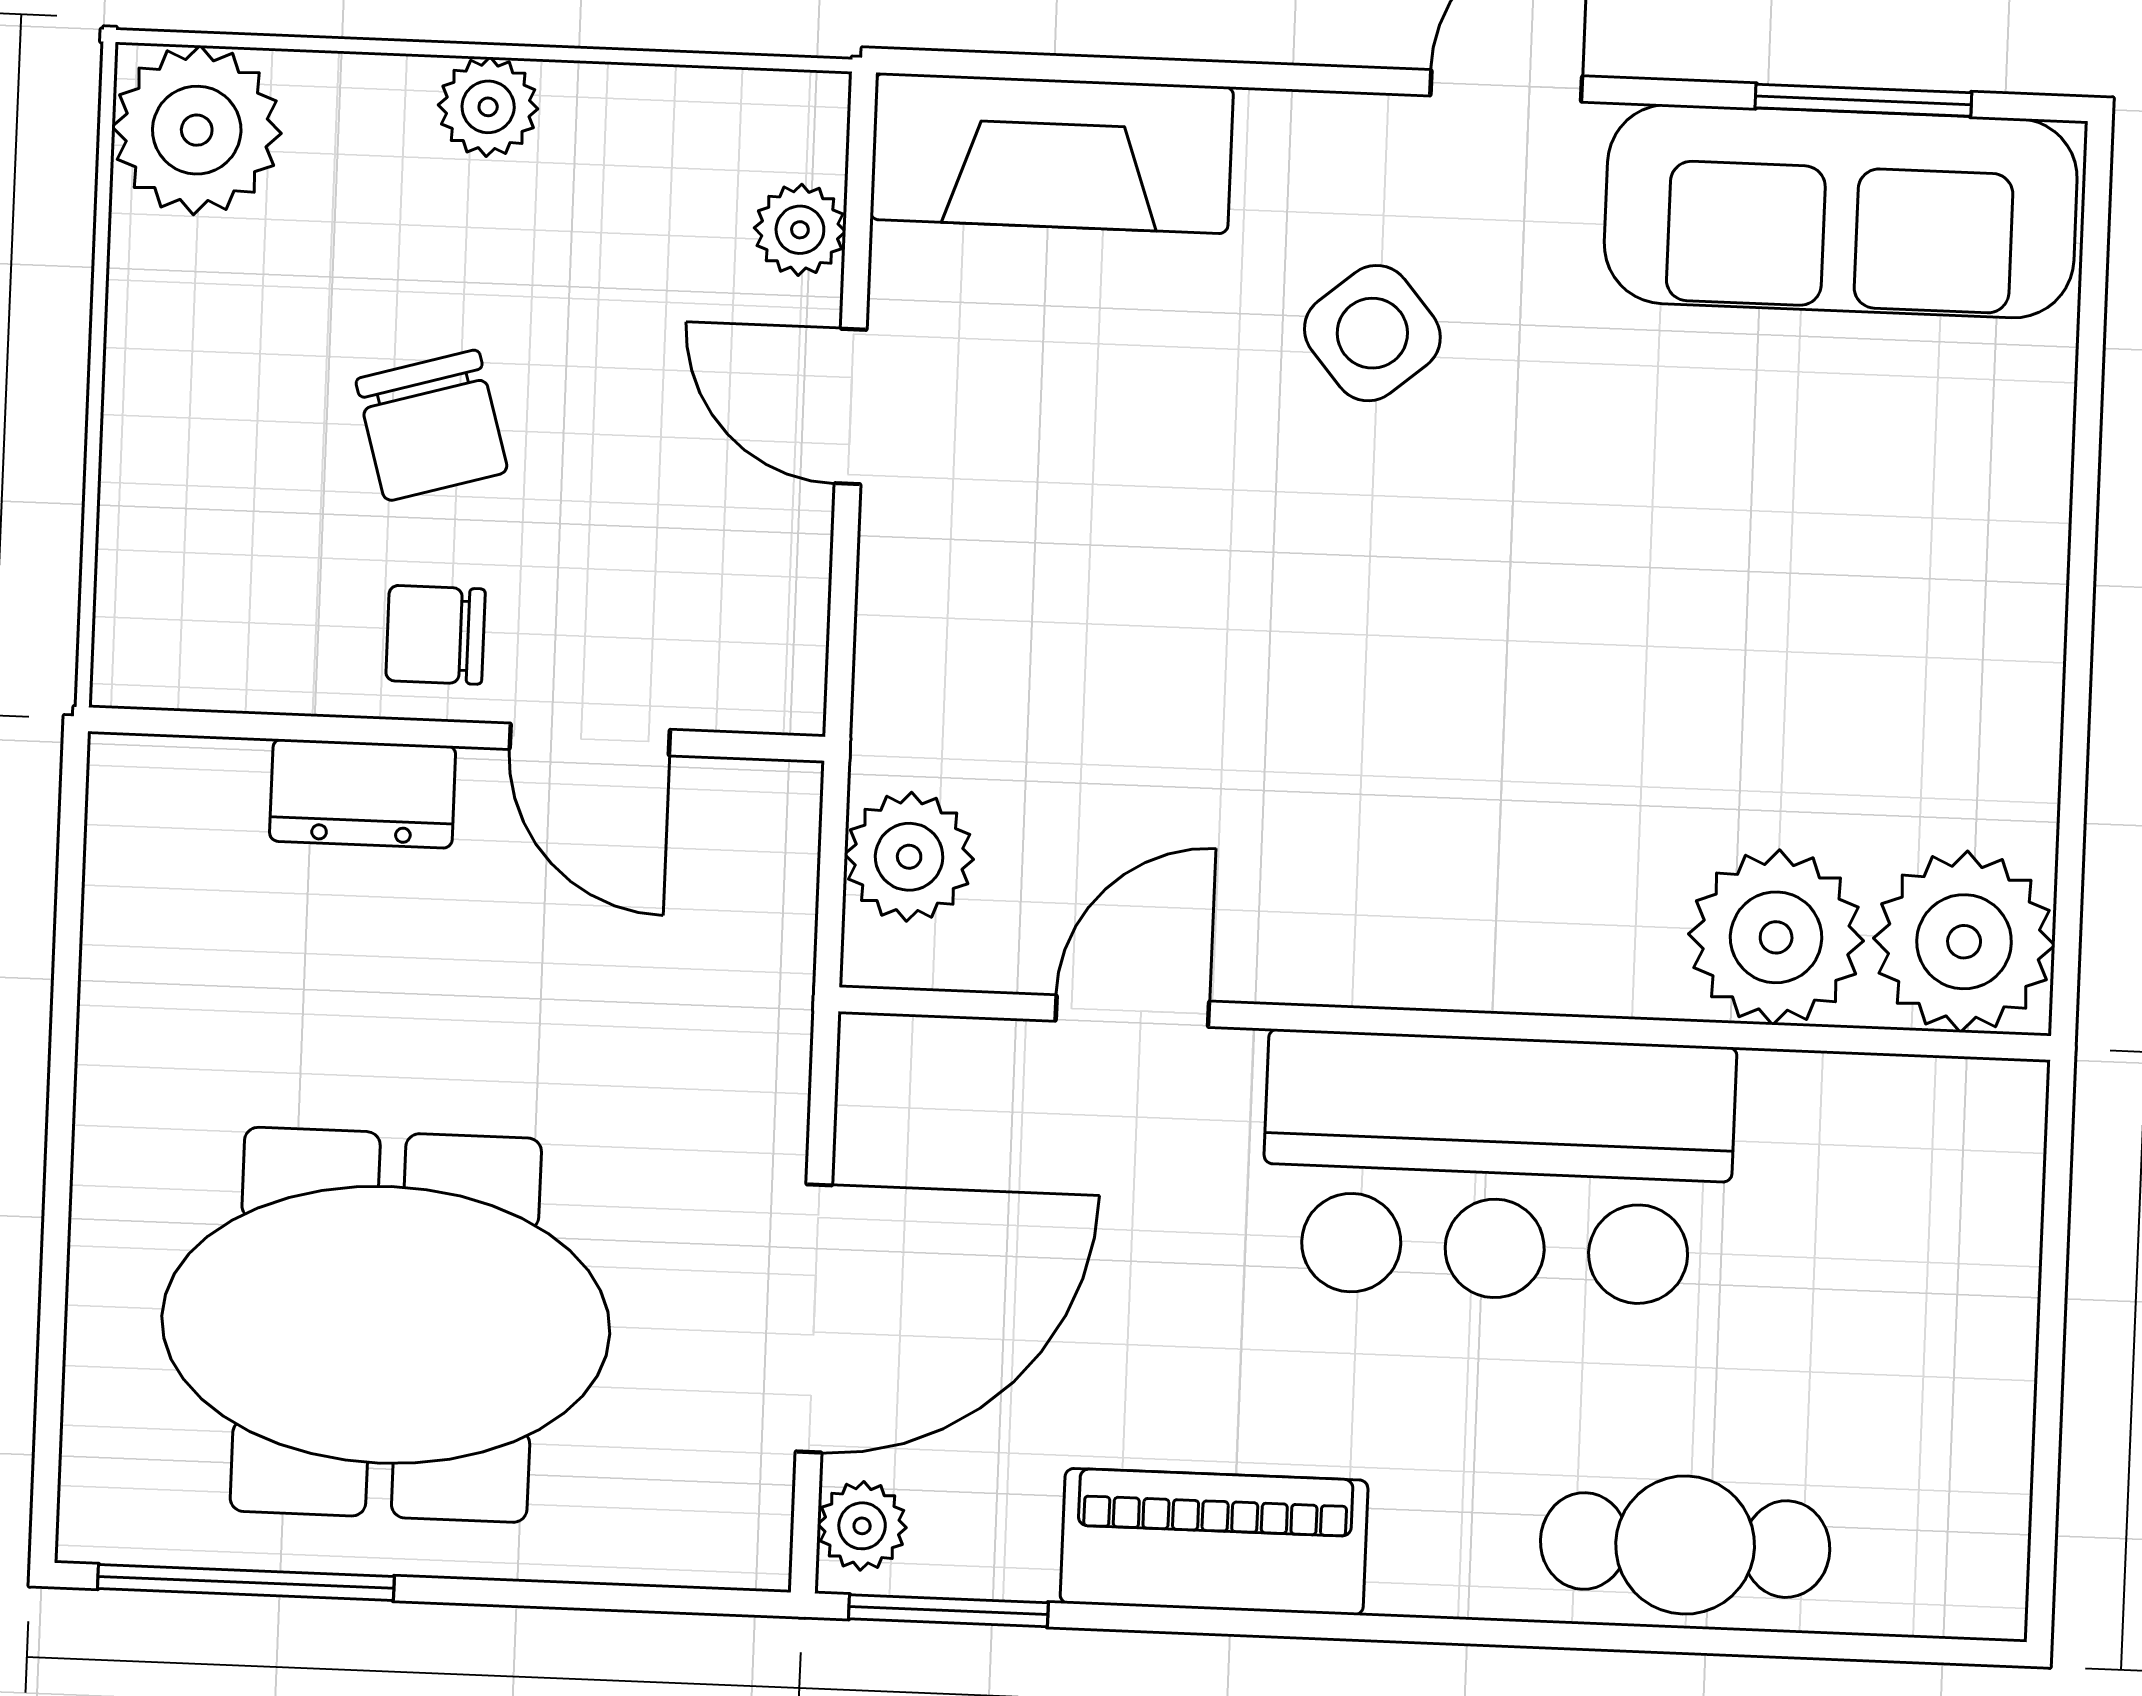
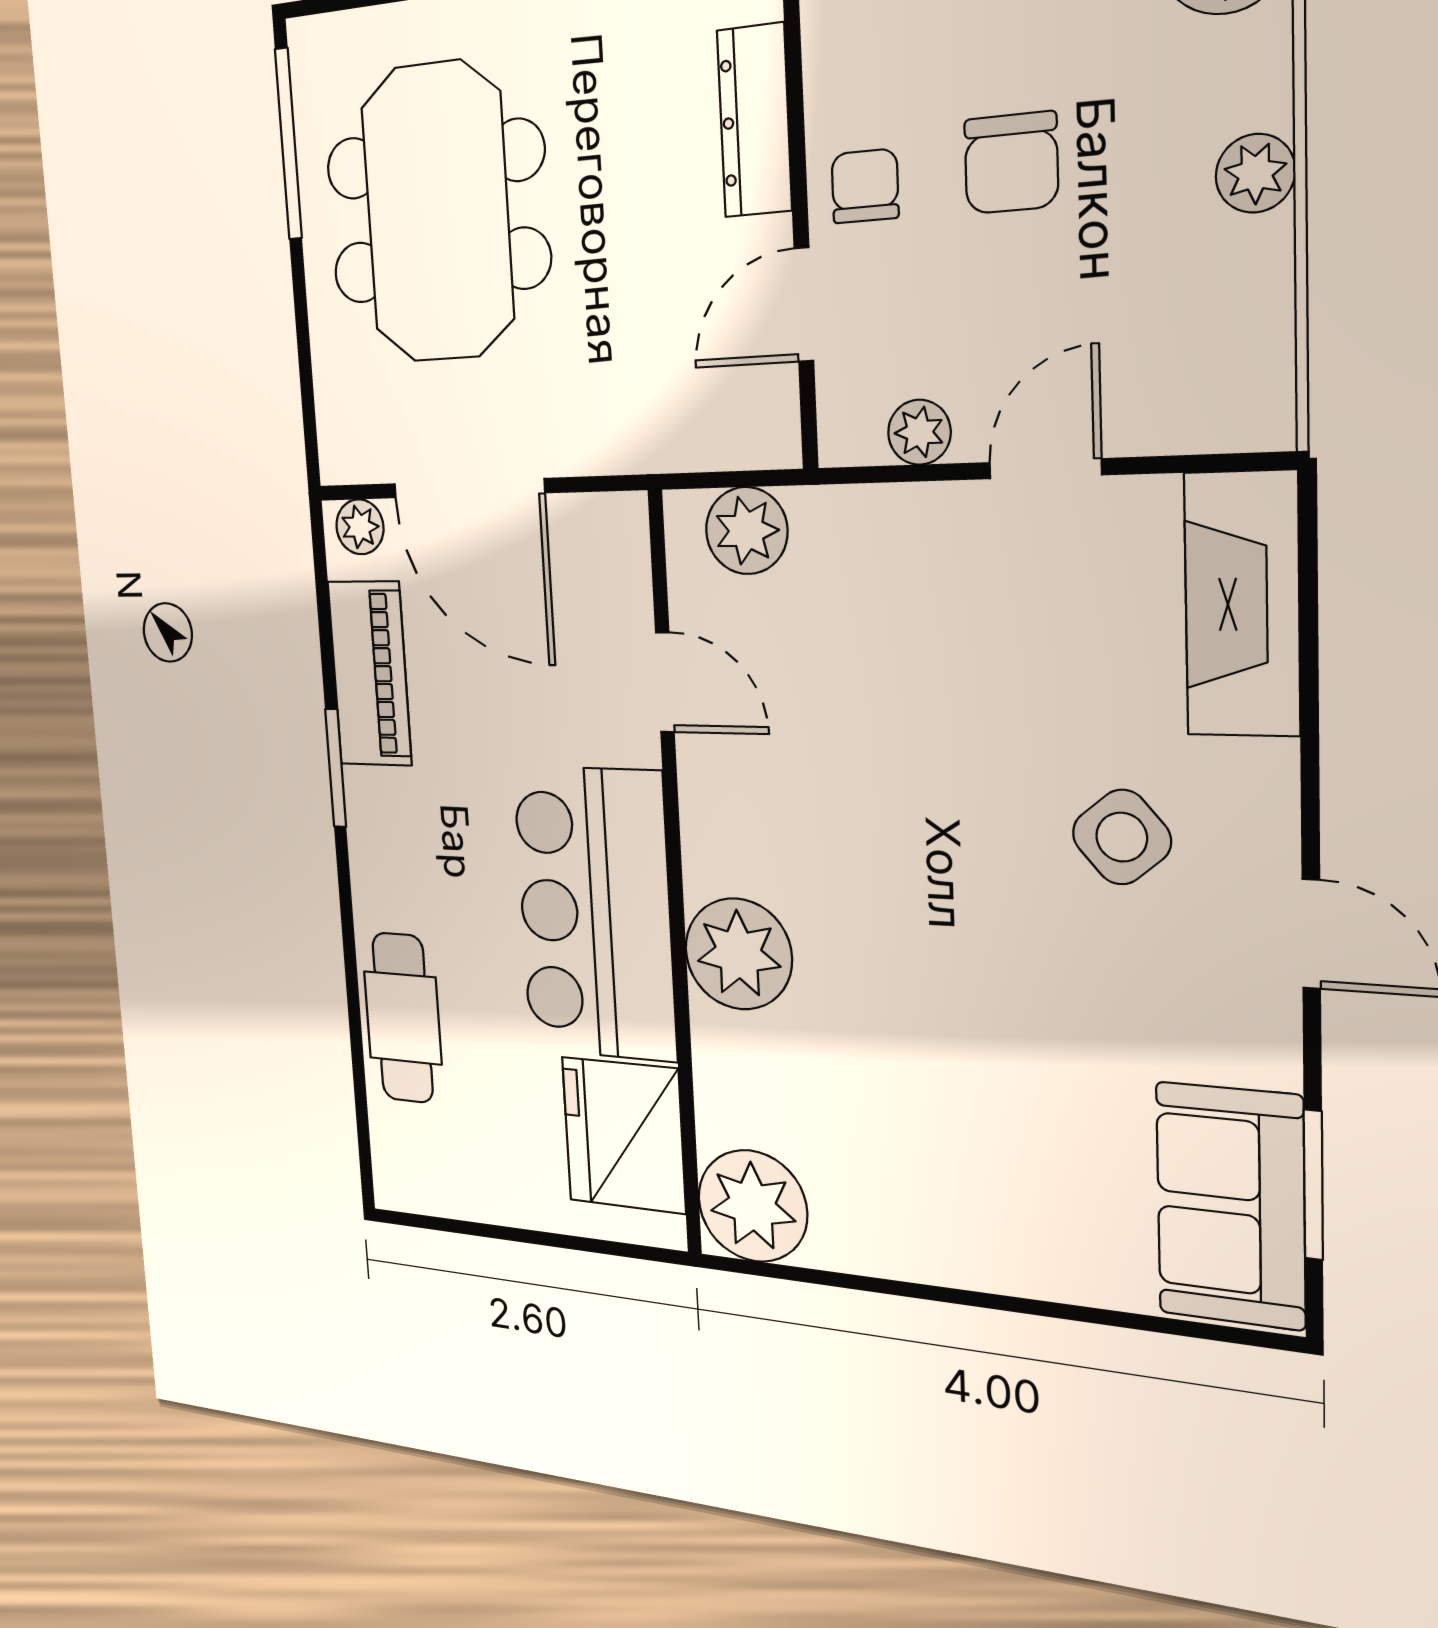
sofa: (1841, 211) -> (1230, 1206), width x0.73
plant: (800, 230) -> (919, 432), moved
chair: (432, 426) -> (1011, 163), turned -74
dresser: (363, 794) -> (754, 121), width x1.44
plant: (1776, 937) -> (738, 954), moved
fridge: (1863, 1155) -> (624, 1135), added
piano: (1214, 1542) -> (370, 674), moved
window: (948, 1611) -> (336, 768), moved

